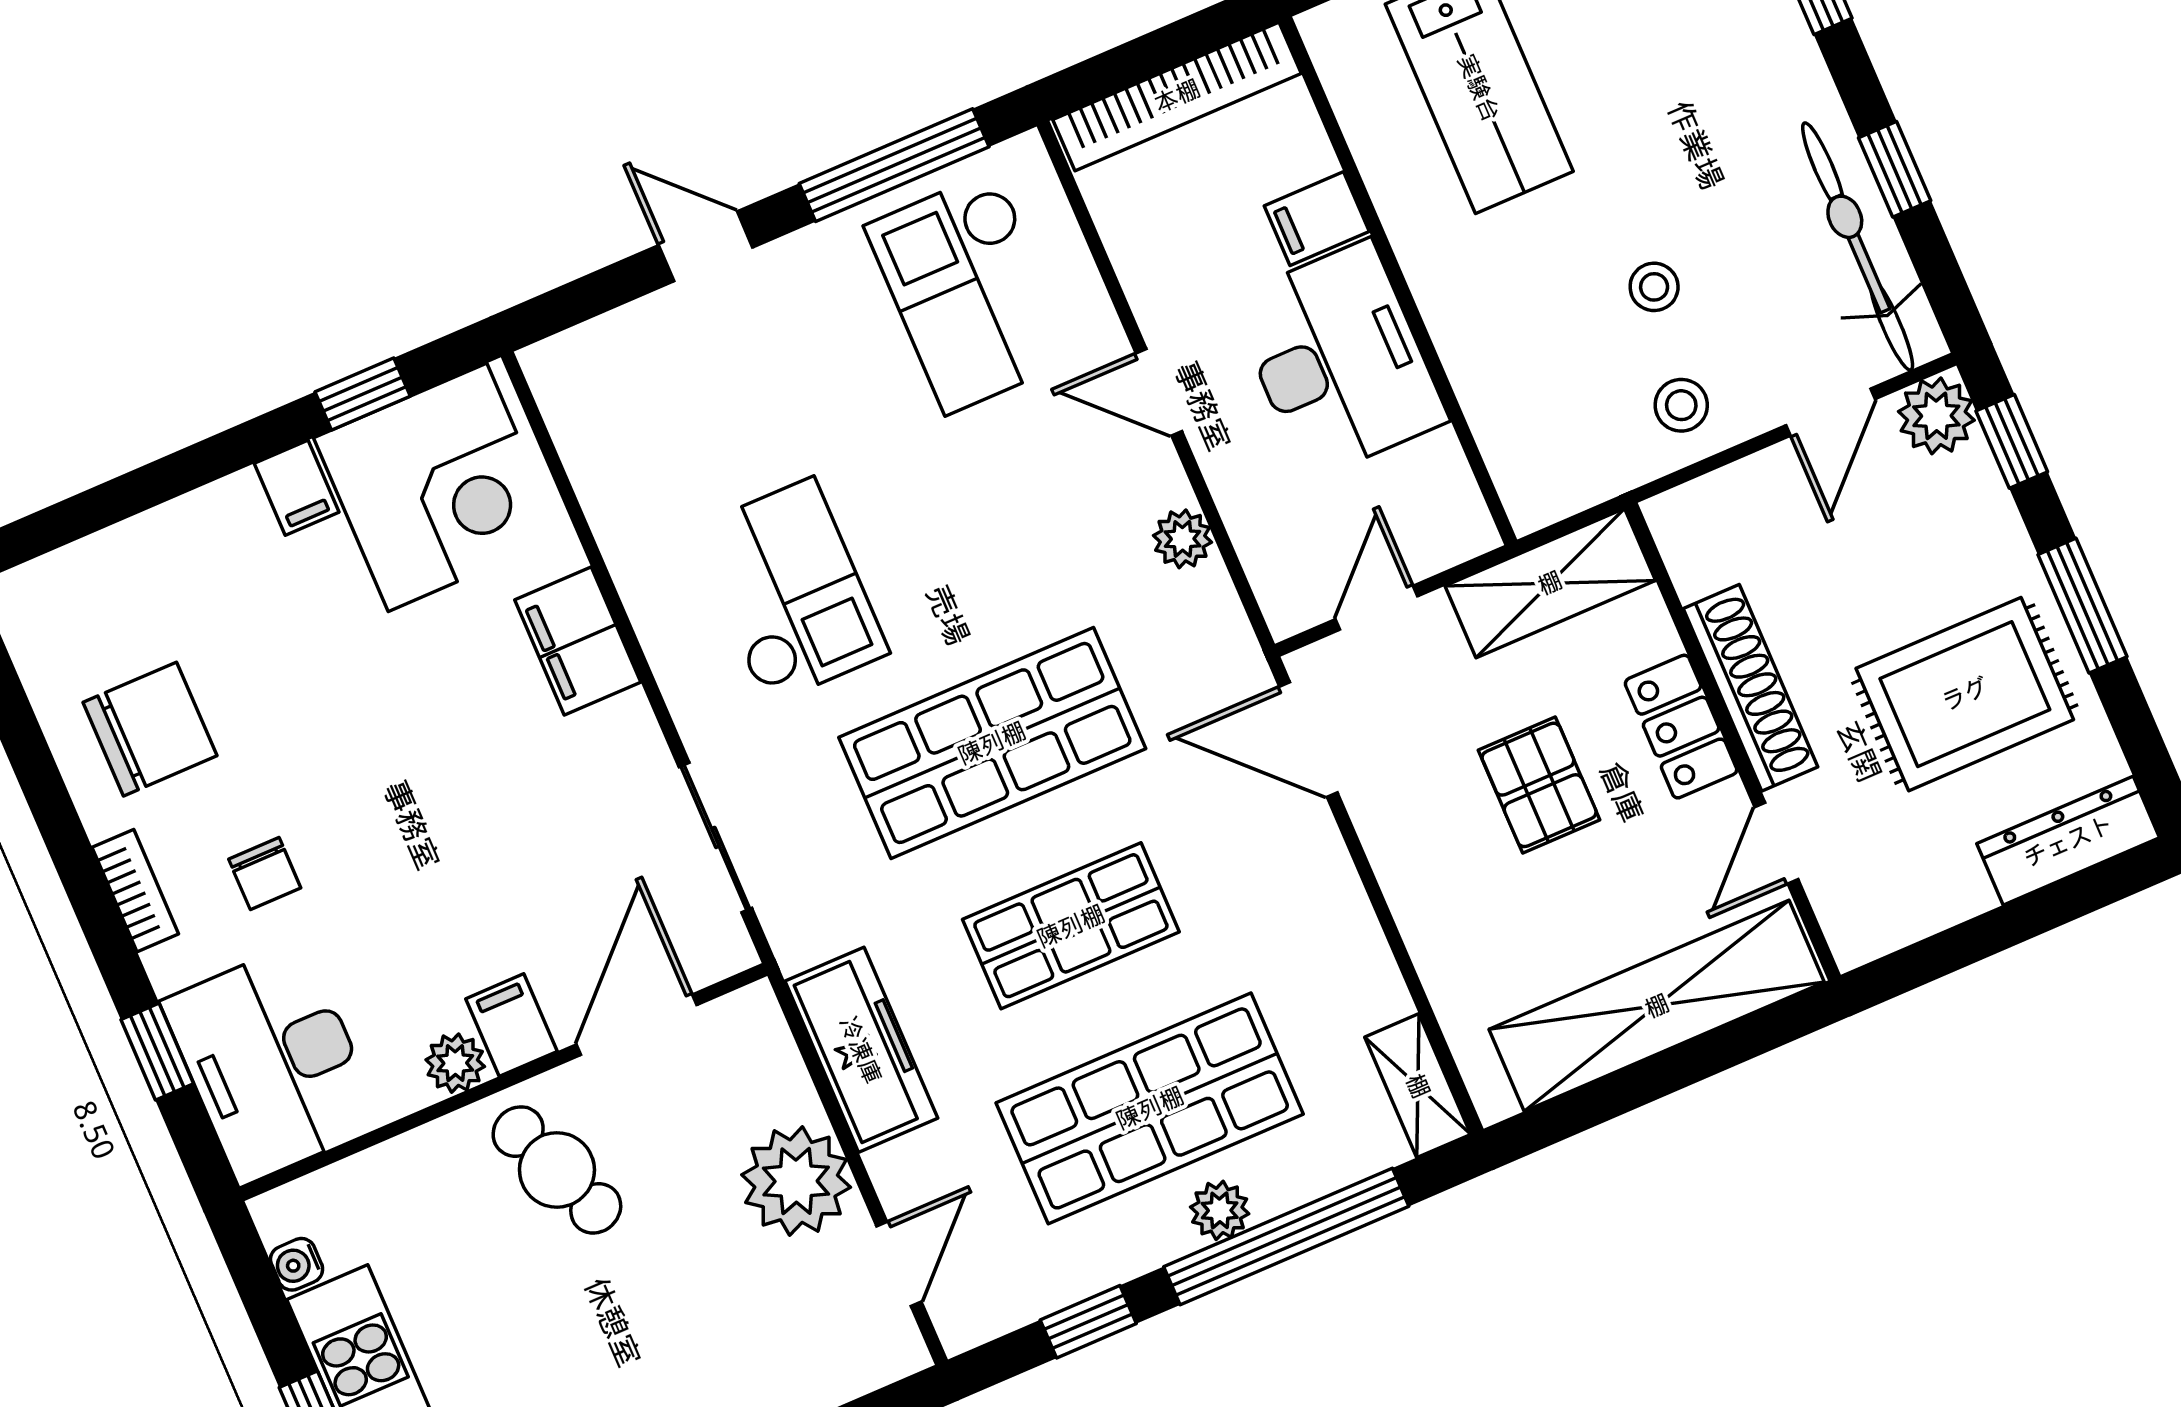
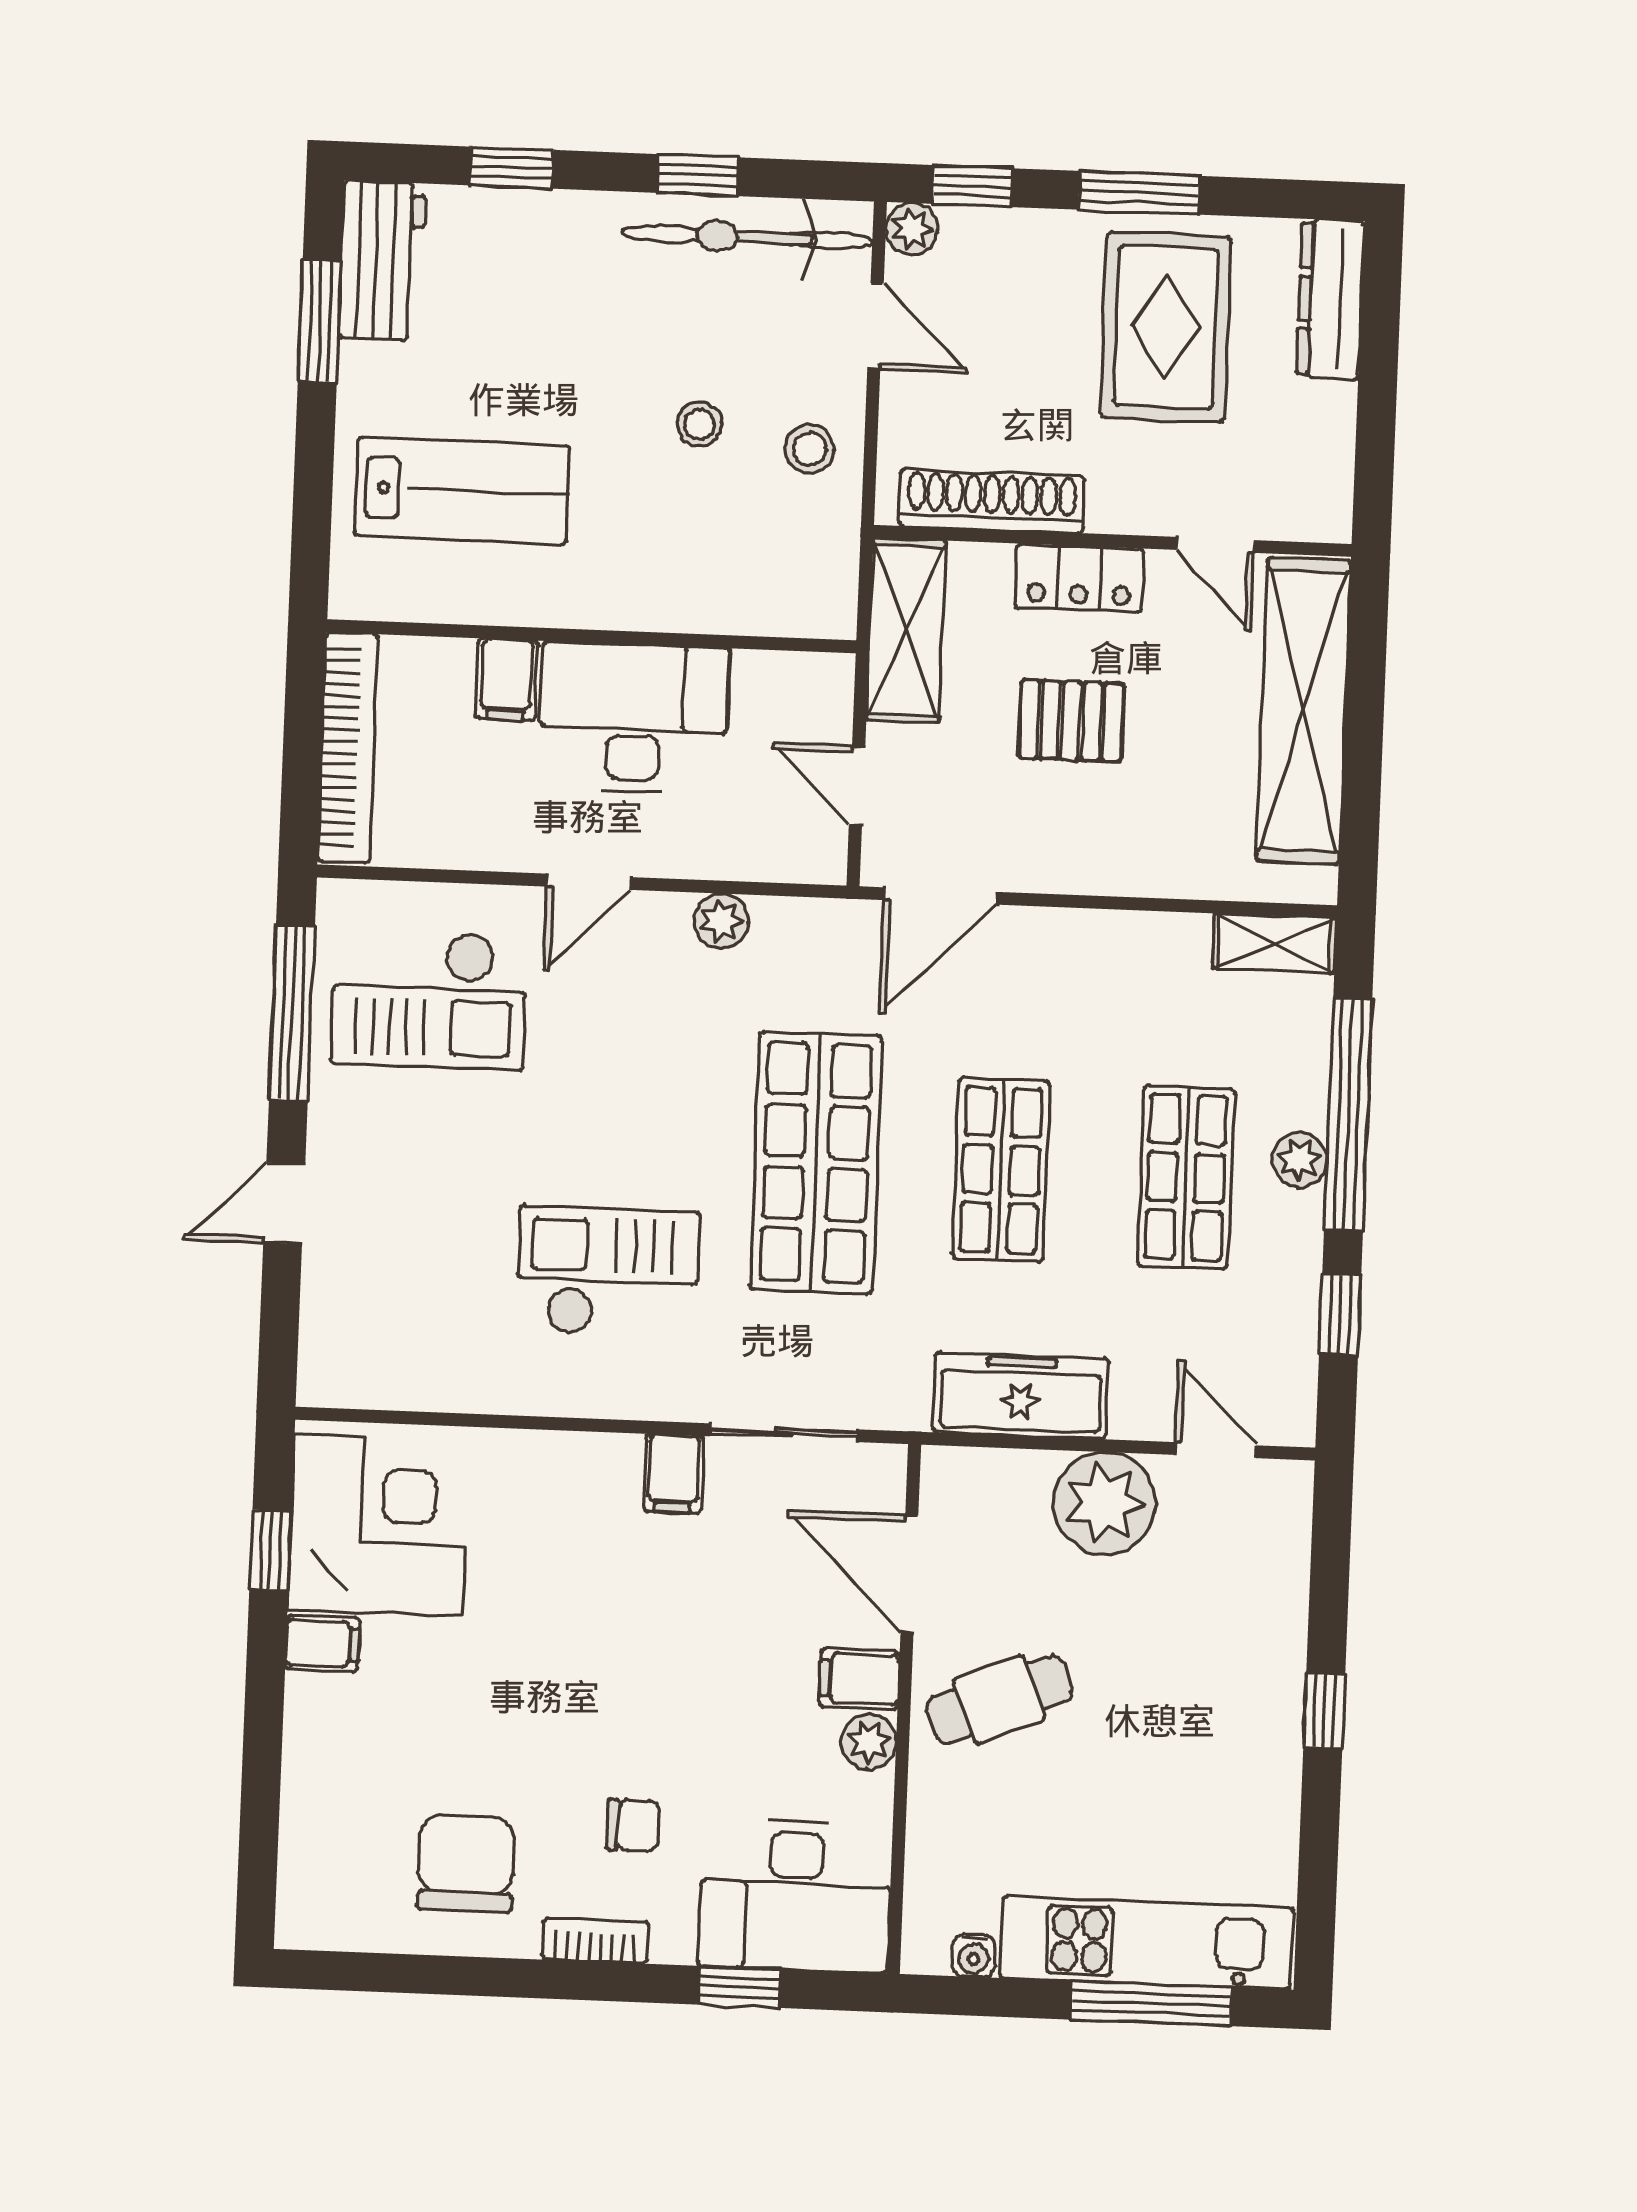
plant: (1936, 416) -> (912, 229), width x0.73, depth x0.73
filing cabinet: (578, 641) -> (673, 1474), moved, width x0.50
shoe rack: (1750, 688) -> (992, 501), moved
shop shelf: (1150, 1108) -> (1186, 1177), width x0.70, depth x0.74

